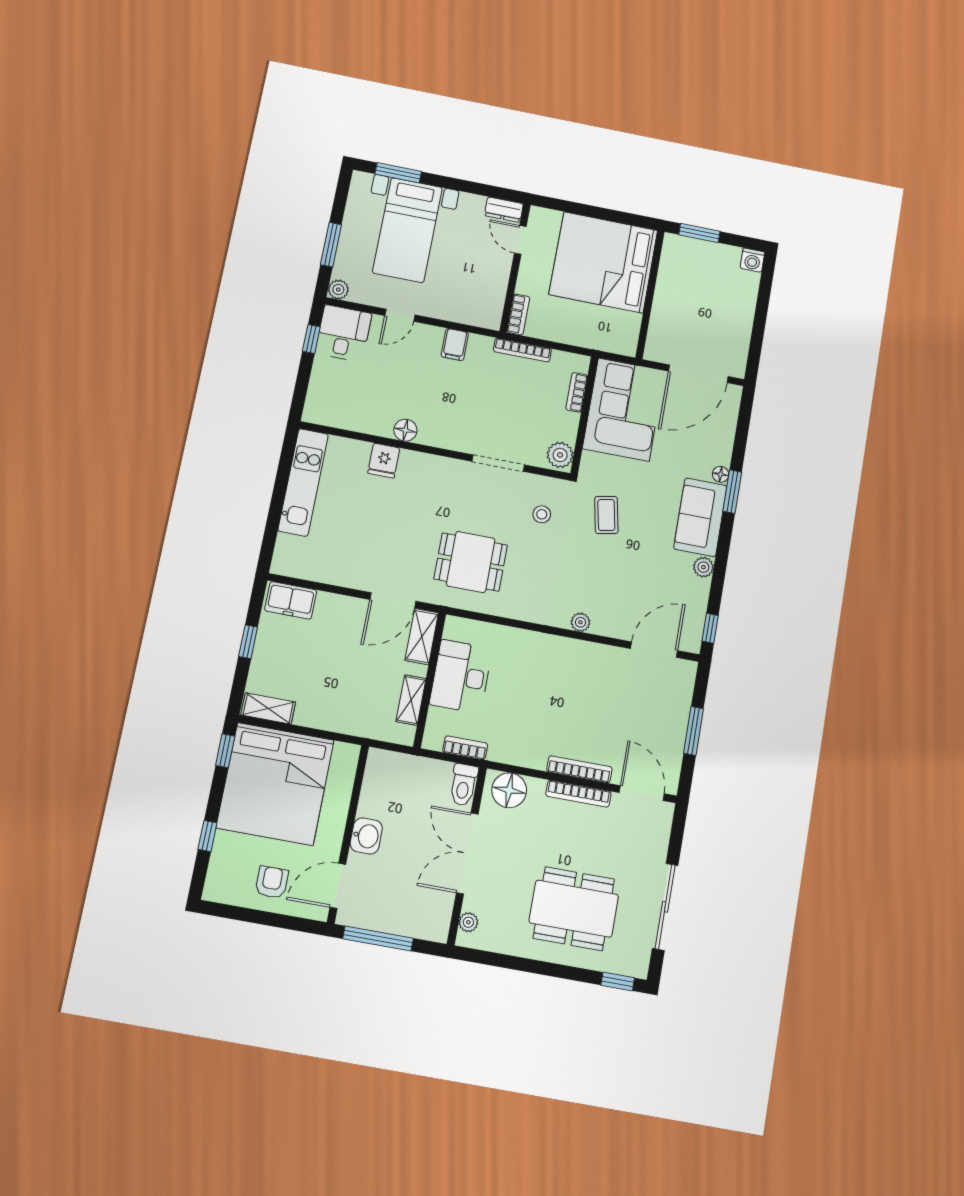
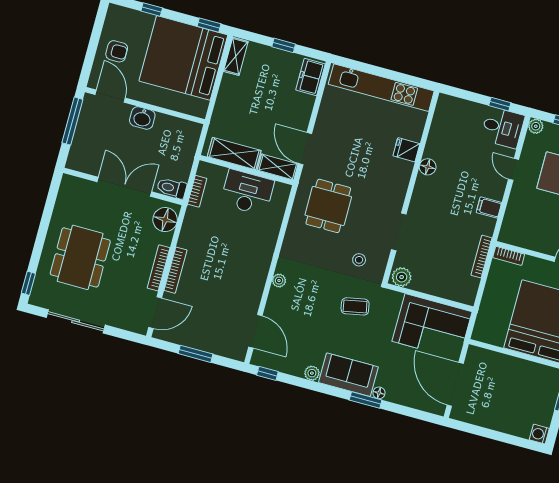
bookcase: (577, 392) -> (447, 293), removed
kitchen unit: (303, 482) -> (381, 88), width x1.36
shelving: (411, 700) -> (234, 154), width x1.50, depth x1.33
plant: (468, 922) -> (78, 184), removed

